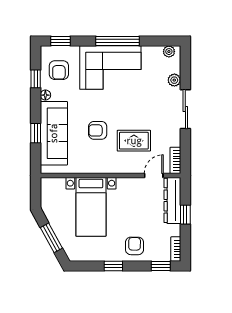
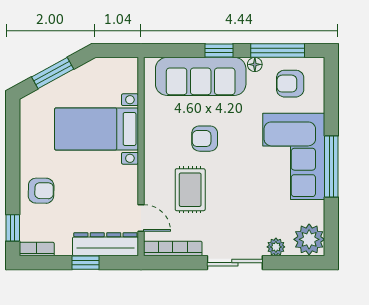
window: (61, 41) -> (331, 86), removed
plant: (169, 52) -> (309, 239), width x1.87, depth x1.87
window: (36, 79) -> (278, 51), width x2.17
armchair: (98, 130) -> (205, 139), turned -90
window: (36, 133) -> (219, 51), moved
bookcase: (175, 160) -> (173, 249), width x1.56
window: (113, 266) -> (13, 161), removed

